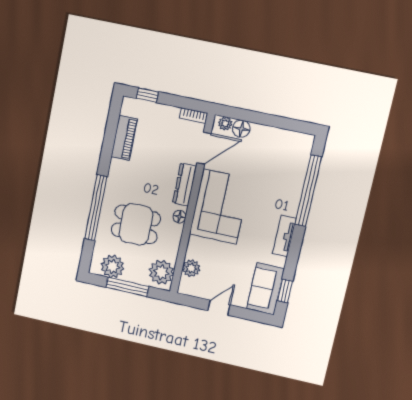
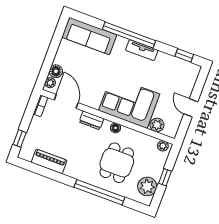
dresser: (185, 185) -> (91, 120), width x0.70
window: (308, 191) -> (129, 35), moved
corner sofa: (220, 207) -> (129, 102), moved
plant: (161, 272) -> (163, 146), width x0.53, depth x0.53
window: (127, 287) -> (165, 177), width x0.46
sofa: (266, 289) -> (89, 36), moved, width x1.36

